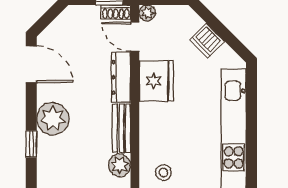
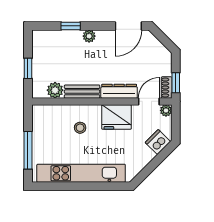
dishwasher: (207, 40) -> (158, 142), moved
plant: (53, 119) -> (89, 36), width x0.53, depth x0.53
stool: (163, 173) -> (80, 128), moved

